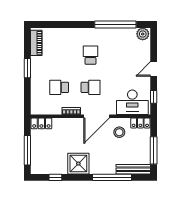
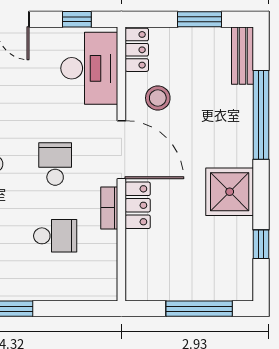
school desk: (59, 87) -> (55, 236), turned -90
locker: (41, 123) -> (138, 205), moved
window: (154, 150) -> (200, 19), width x0.69
bench: (133, 169) -> (243, 56), width x0.73

